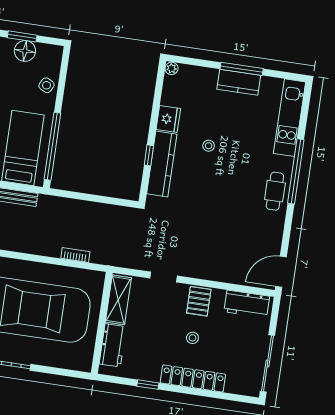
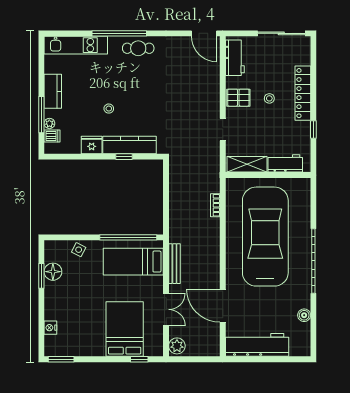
plant: (172, 68) -> (49, 123), moved
window: (242, 69) -> (41, 115), moved
dishwasher: (186, 74) -> (52, 136), added

